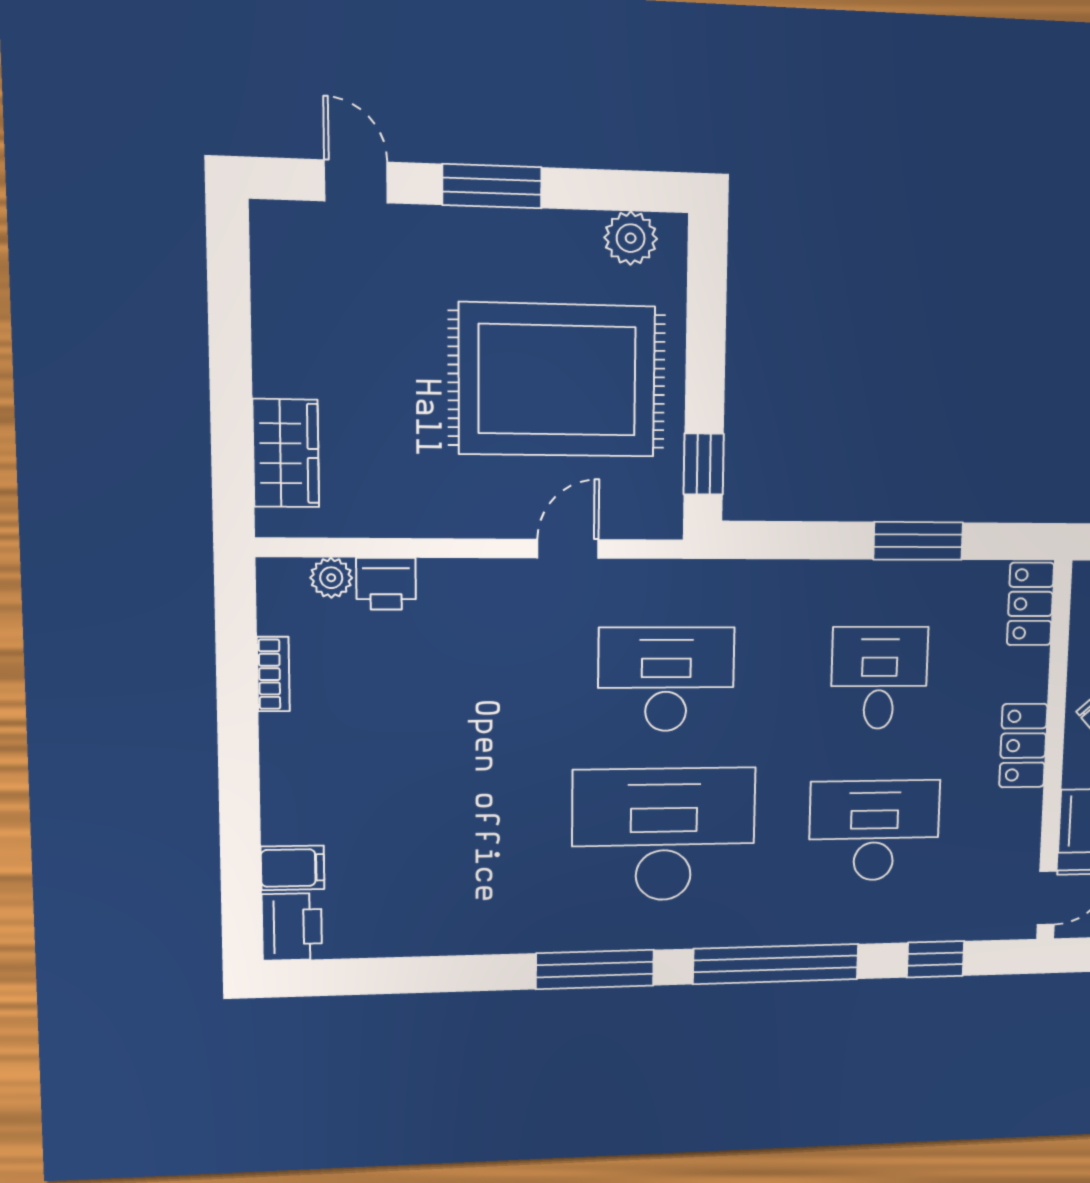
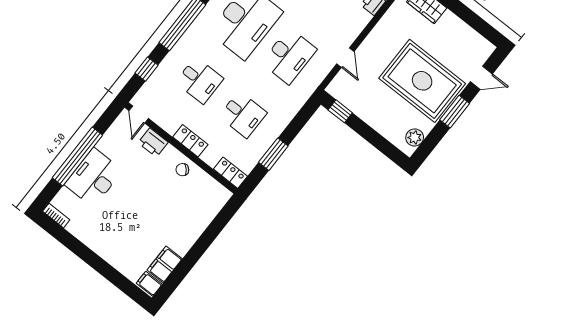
rug: (557, 380) -> (422, 81), moved, turned 90
desk: (874, 830) -> (199, 80), width x0.73

